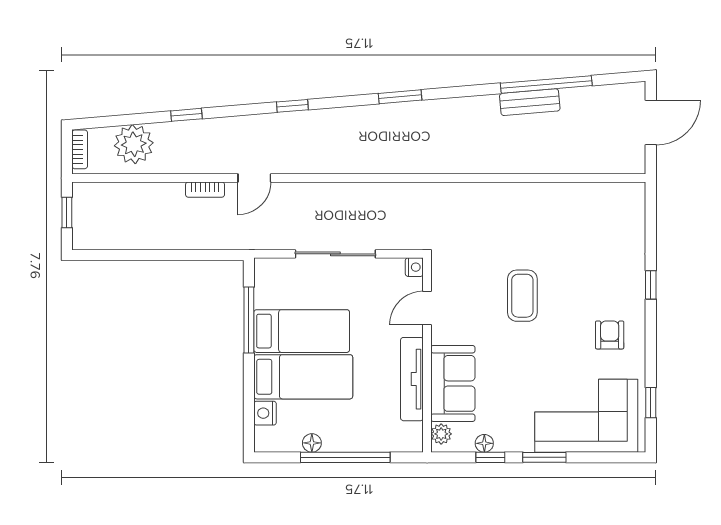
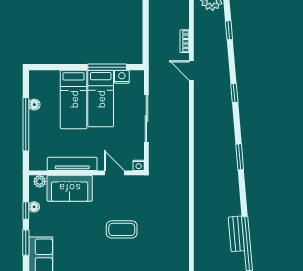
nightstand: (265, 413) -> (122, 77), moved

